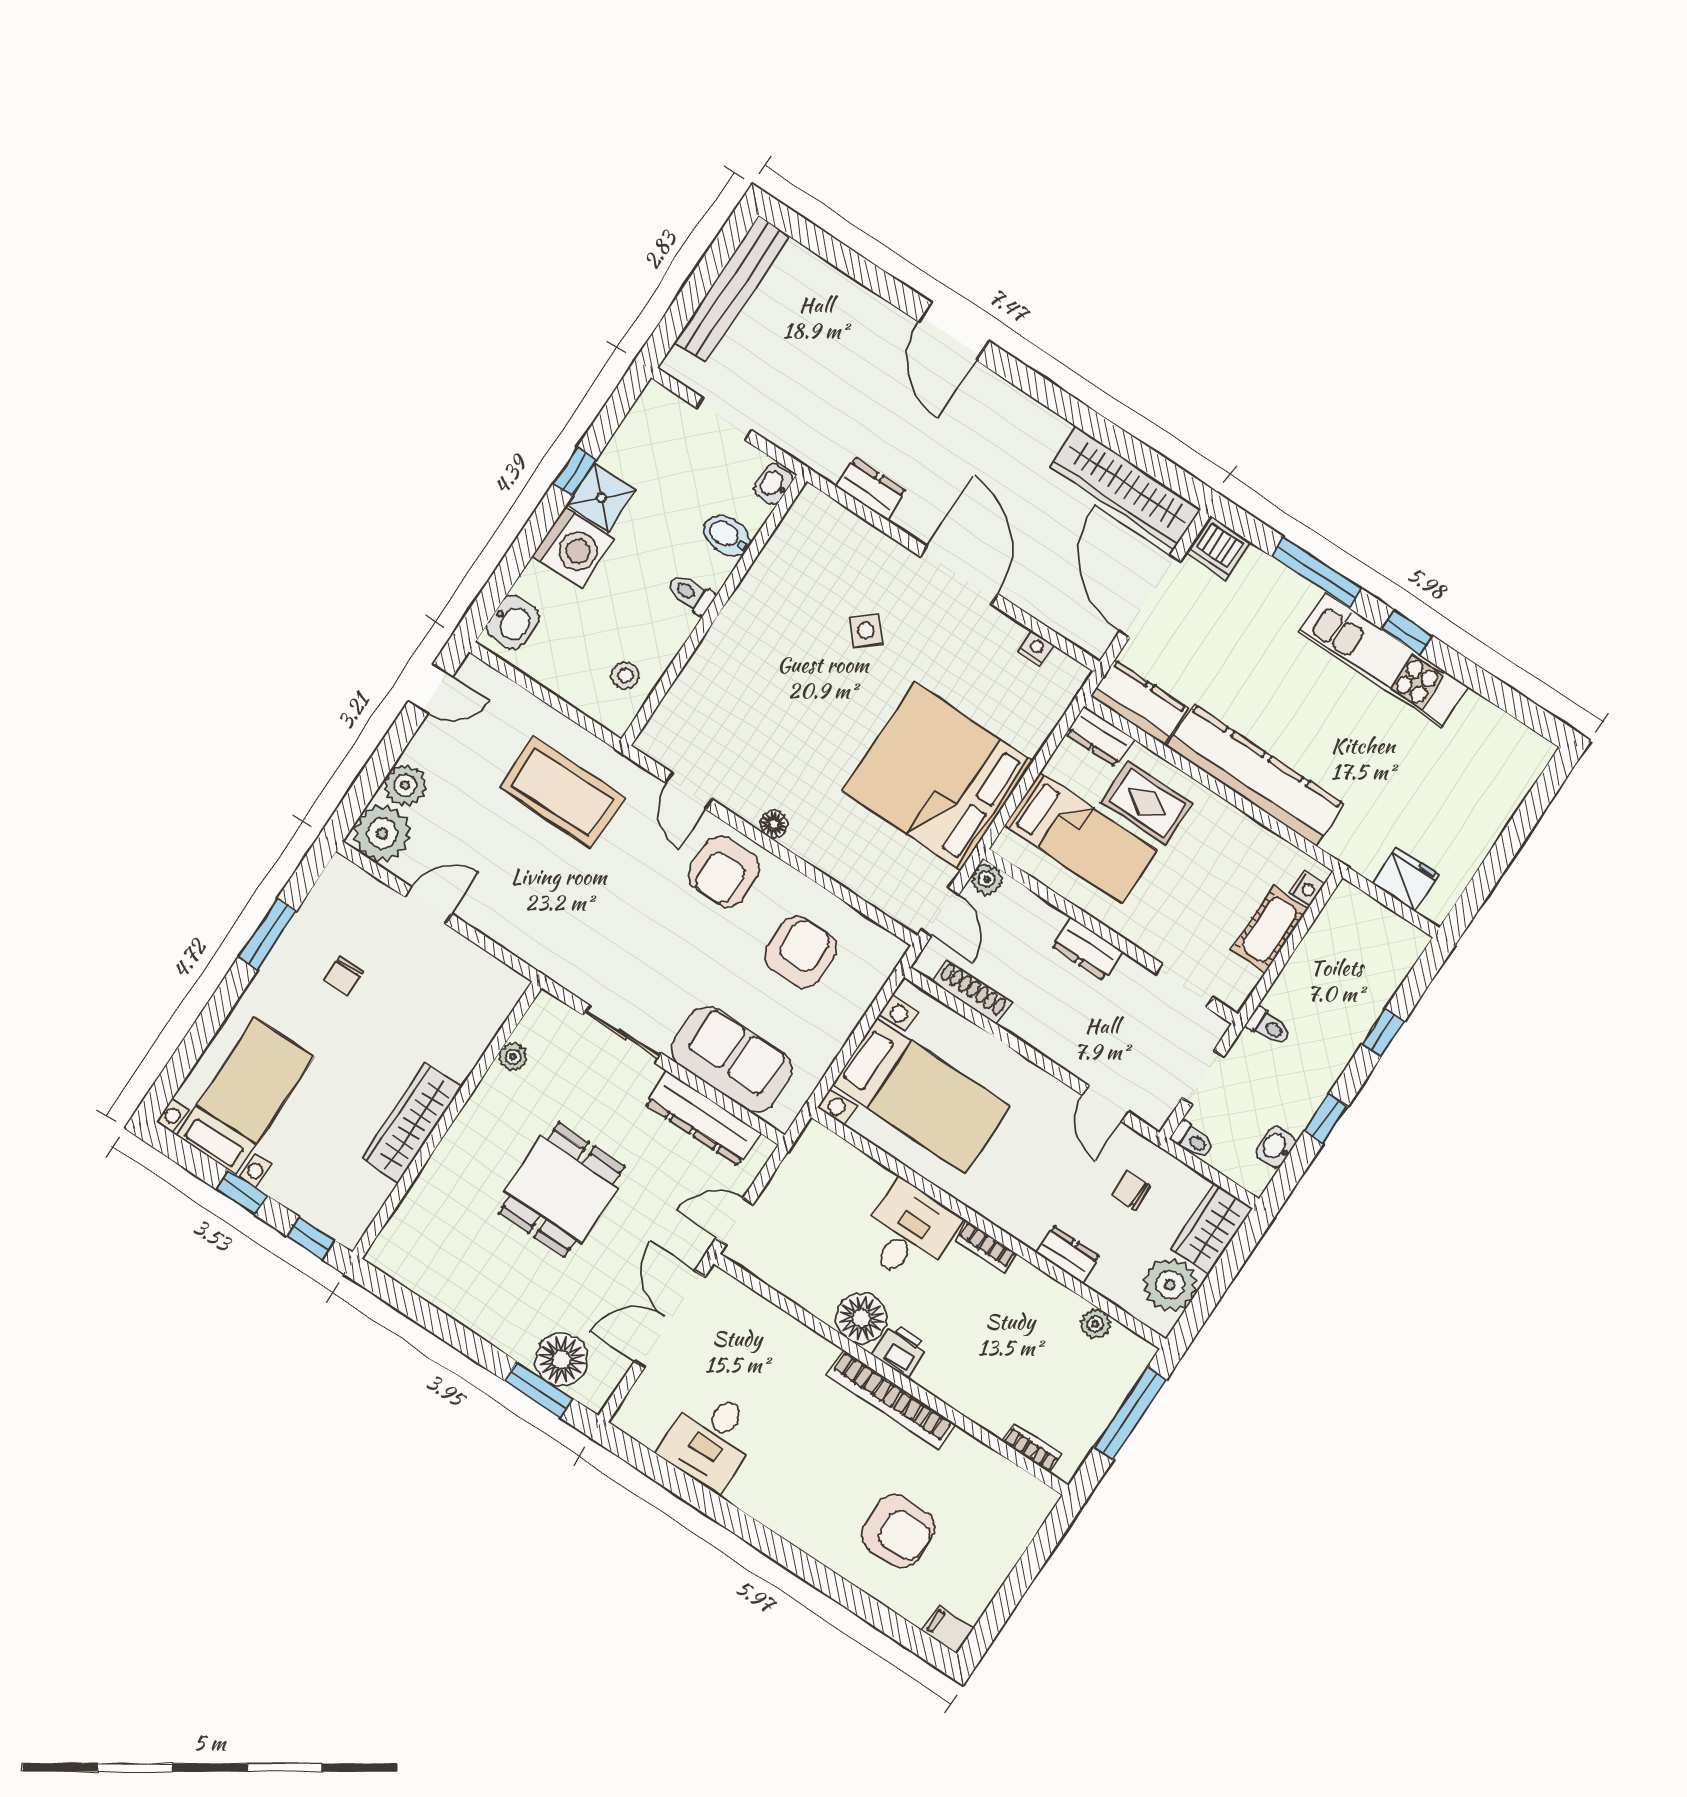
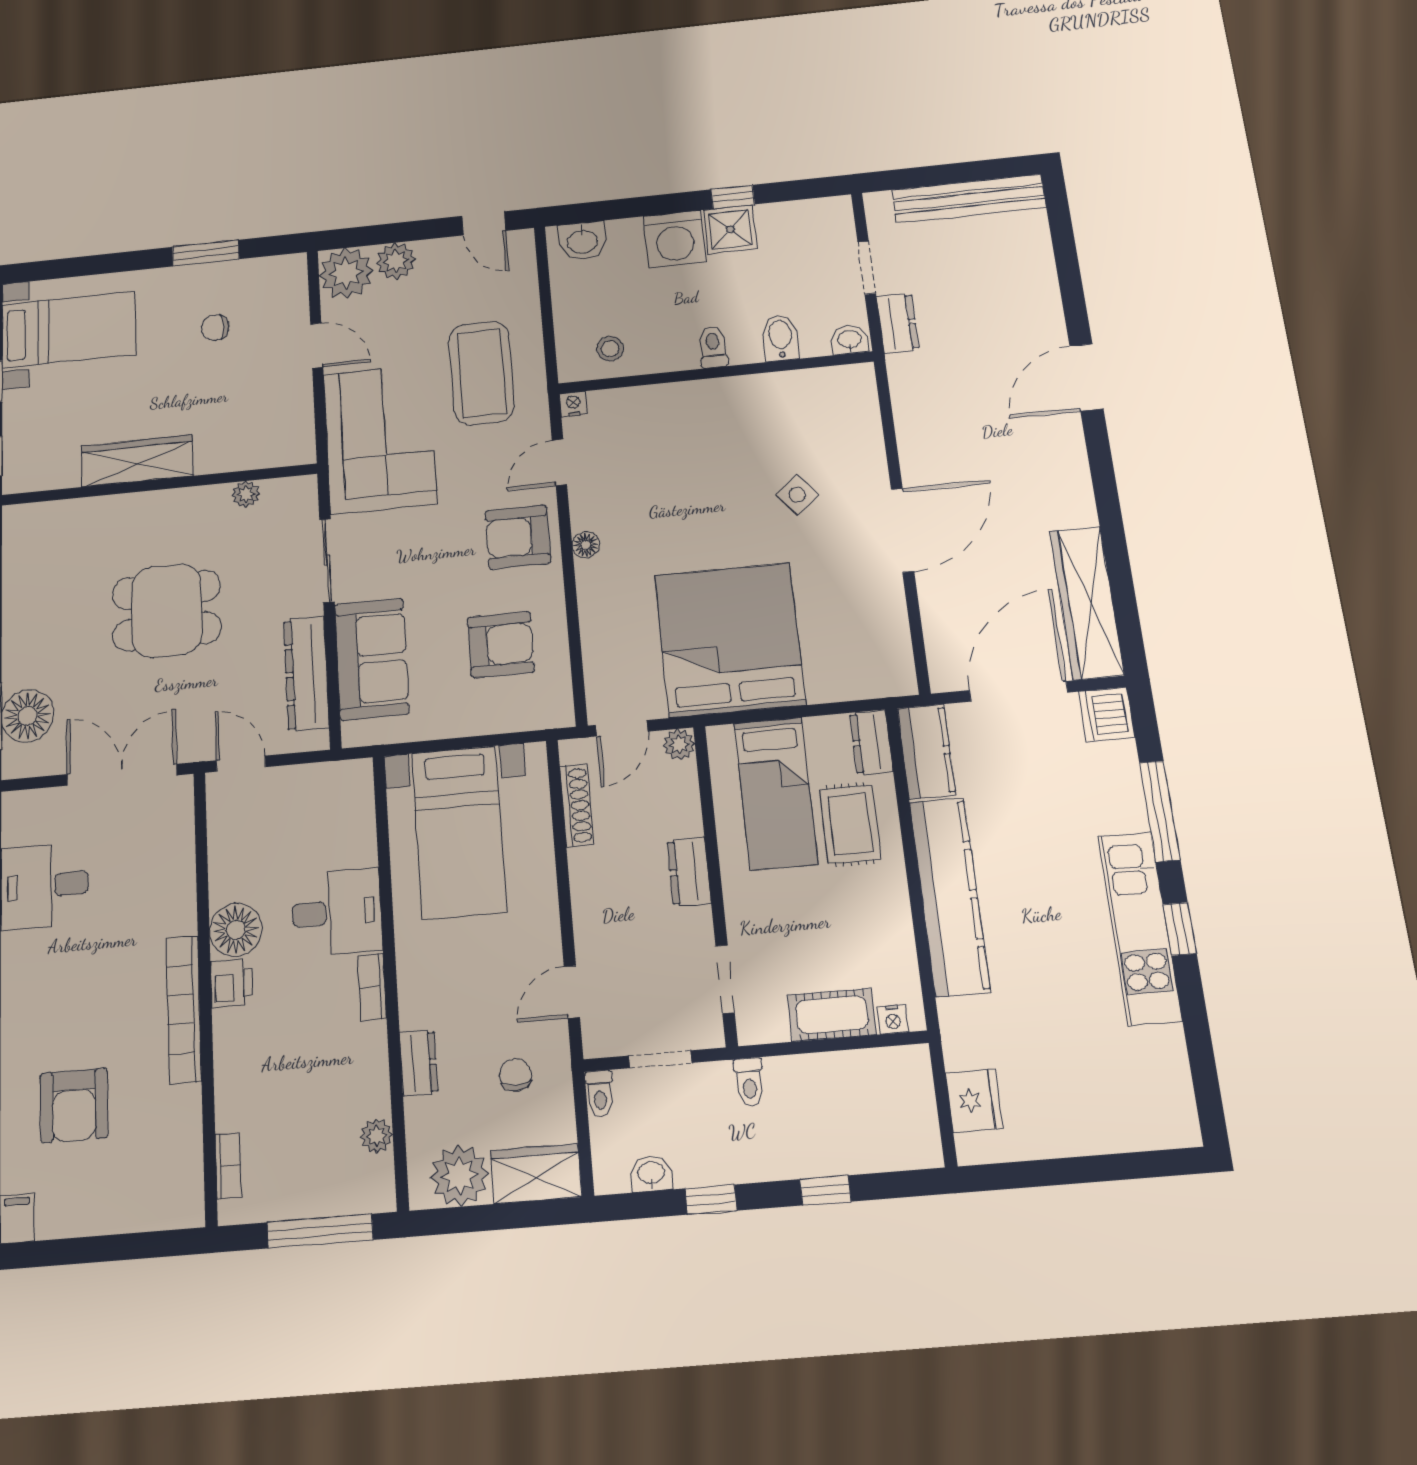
dresser: (871, 489) -> (898, 323), moved
nightstand: (1036, 648) -> (573, 404), moved, turned -90
corner sofa: (552, 916) -> (380, 439), added

